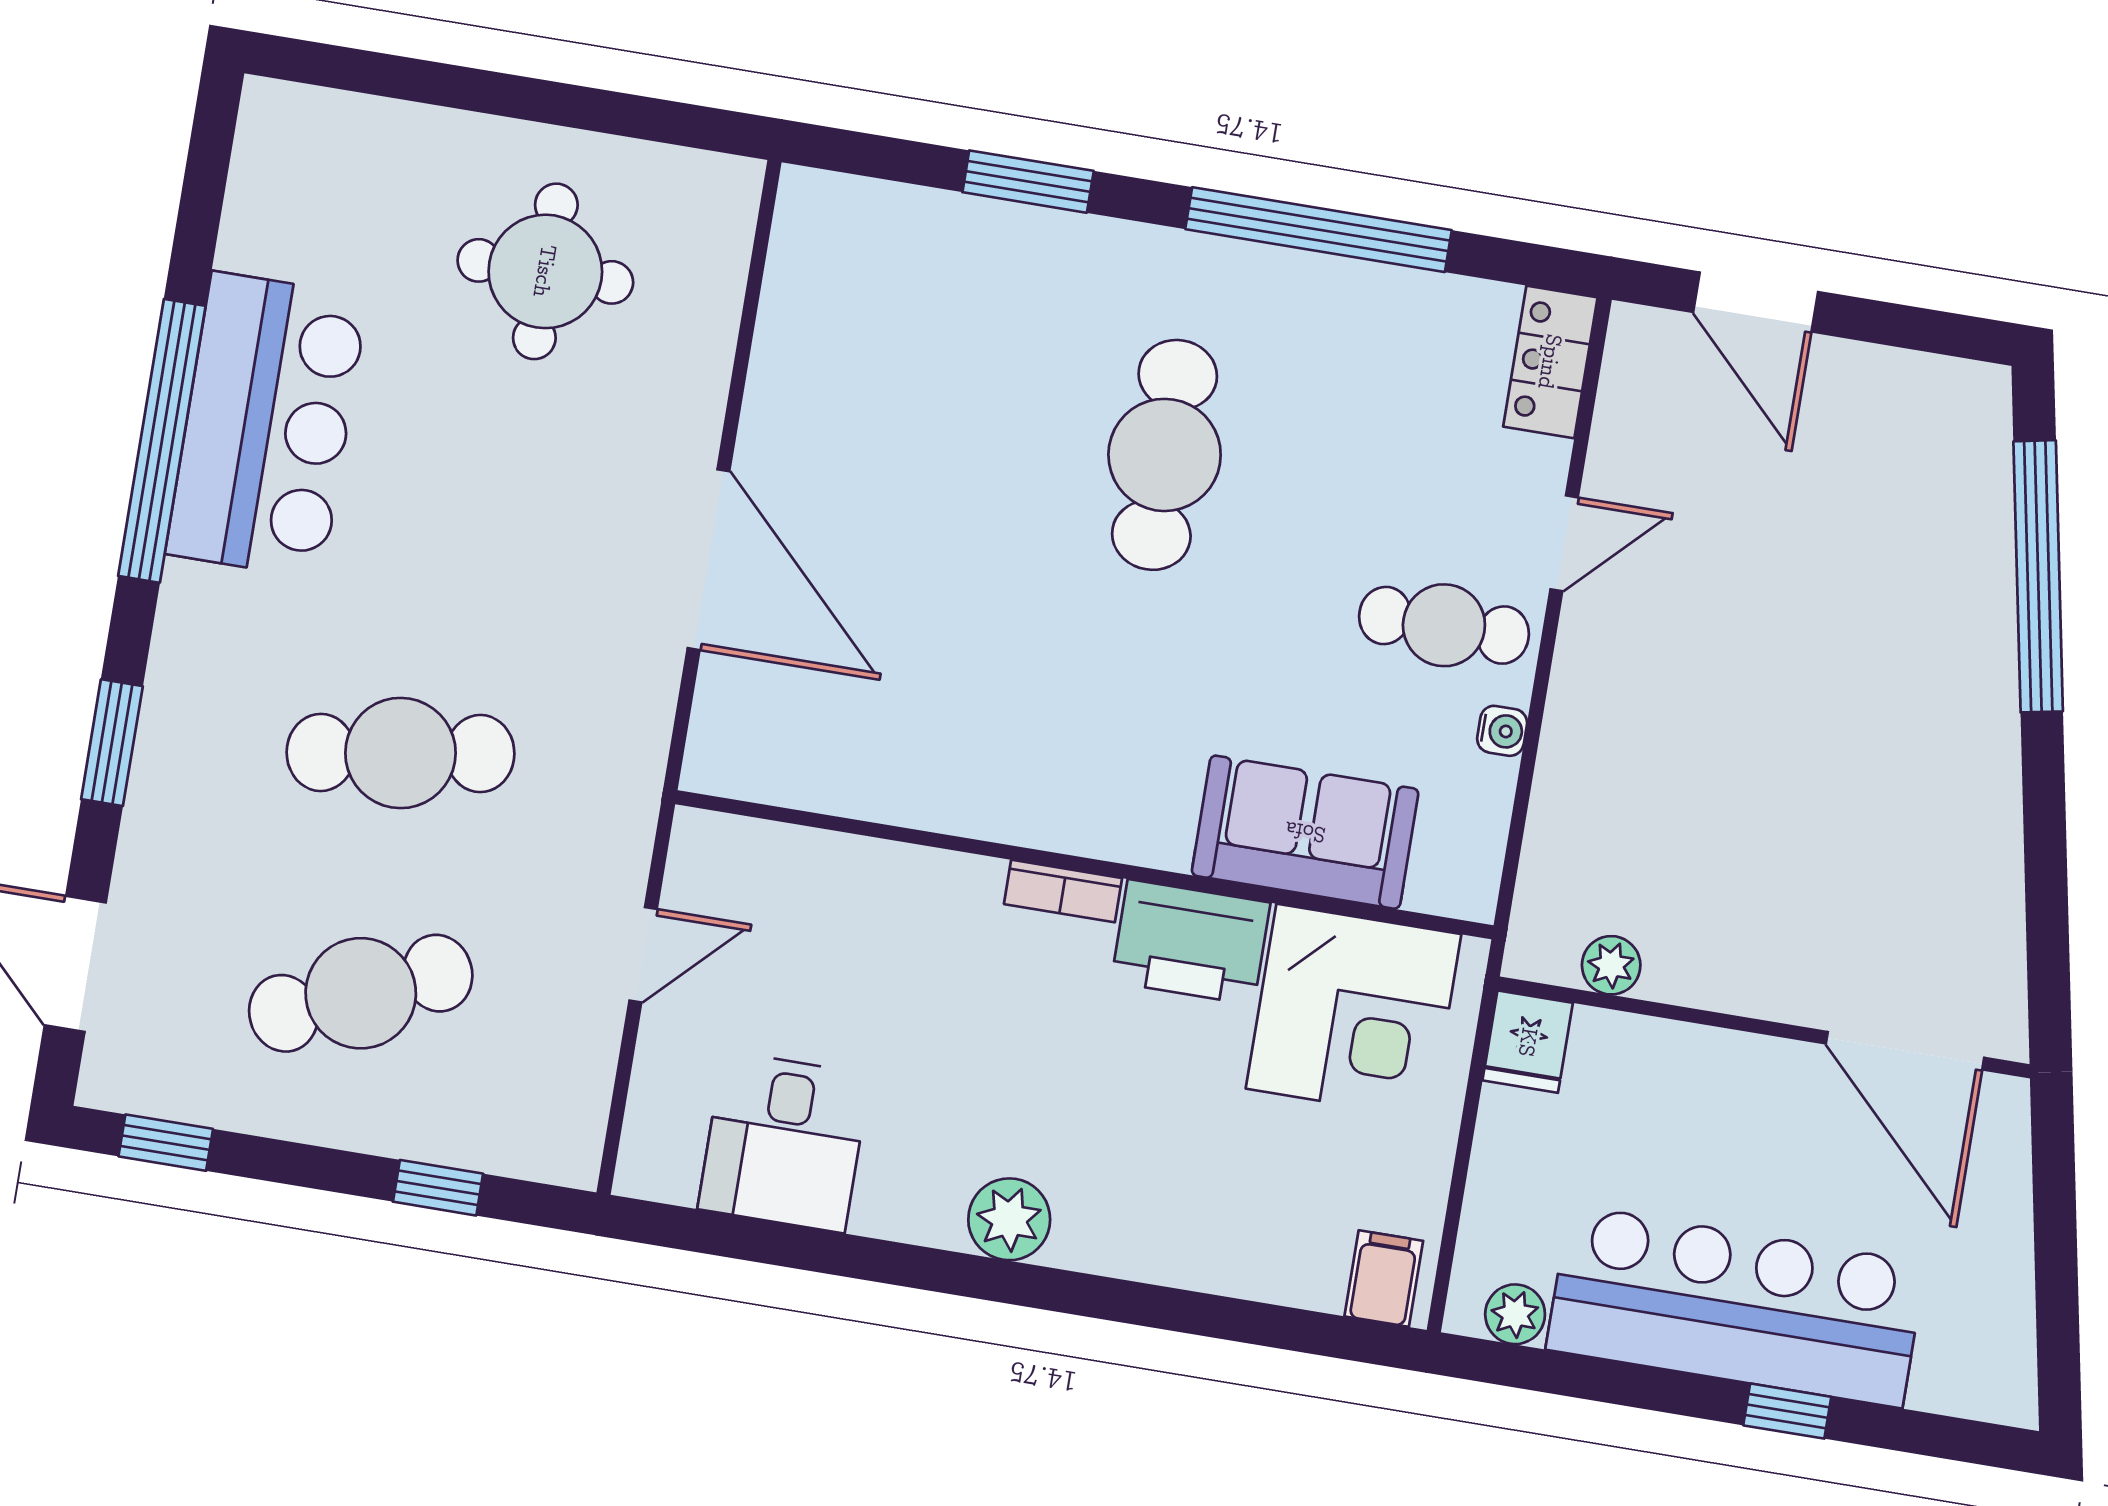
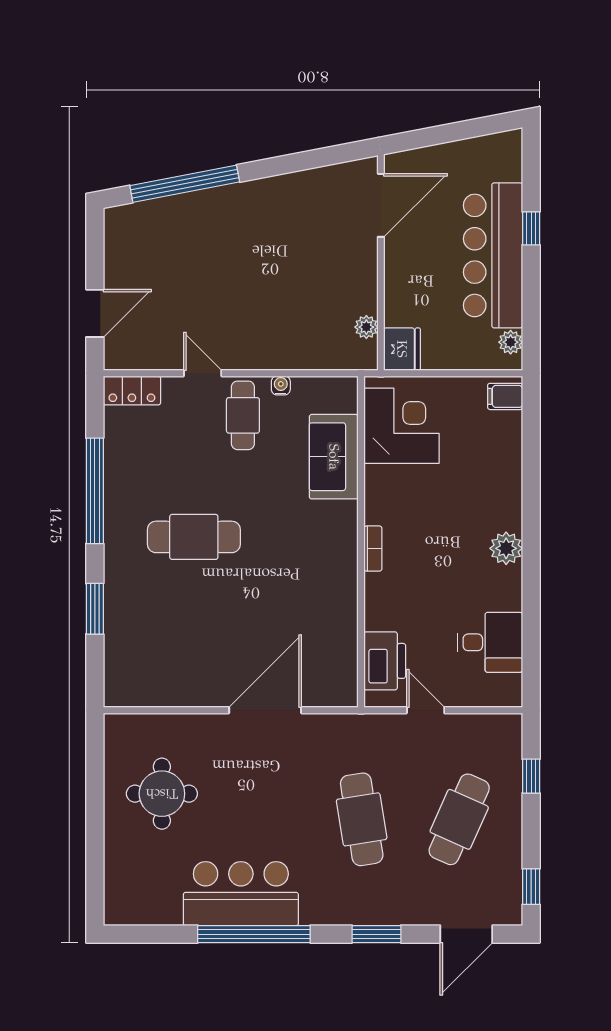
printer: (1191, 942) -> (385, 661), moved
cafe table: (361, 993) -> (459, 819), turned 48
fridge: (1528, 1042) -> (402, 349), width x1.38

